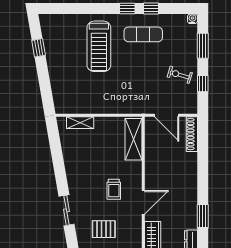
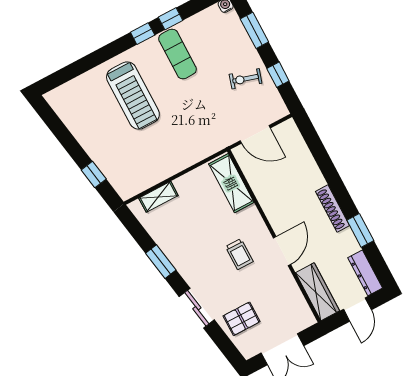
exercise mat: (143, 34) -> (178, 54), turned 90
window: (39, 48) -> (94, 175), moved
shoe rack: (192, 134) -> (333, 209), moved
window: (59, 167) -> (161, 262), added
pallet: (104, 229) -> (242, 319), moved

